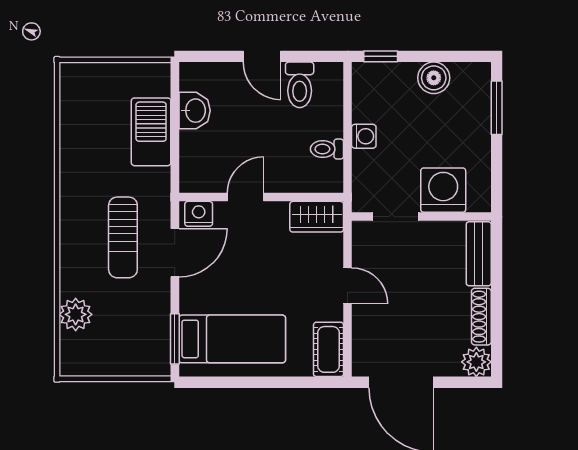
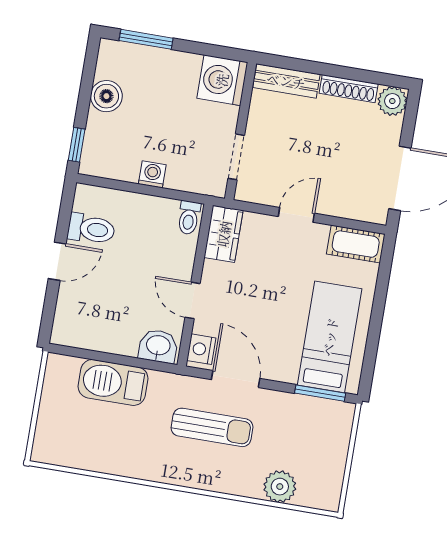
washbasin: (195, 111) -> (158, 346), moved
toilet: (327, 149) -> (189, 218), moved
washing machine: (443, 190) -> (222, 80), moved

